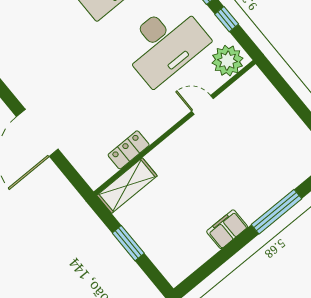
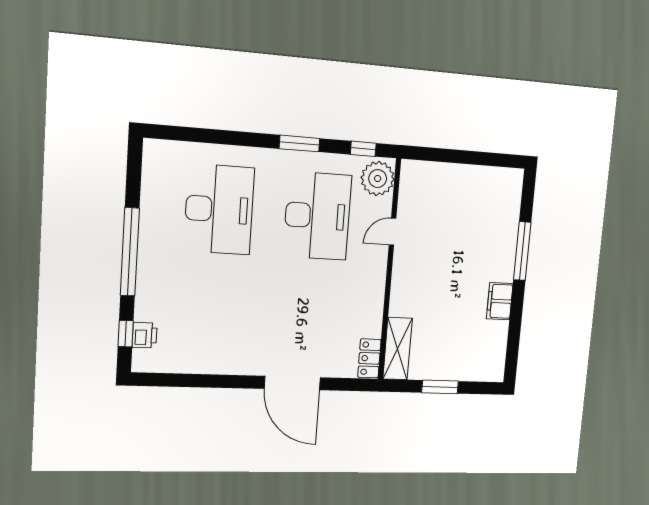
window: (227, 19) -> (363, 149), moved
locker: (129, 150) -> (369, 358), moved

